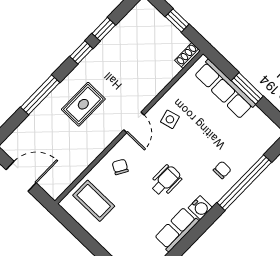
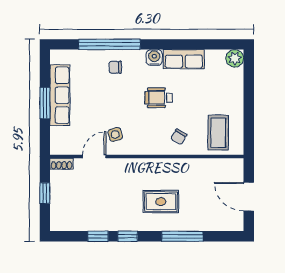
row of seats: (225, 89) -> (60, 95), moved
door: (134, 122) -> (94, 156), moved

